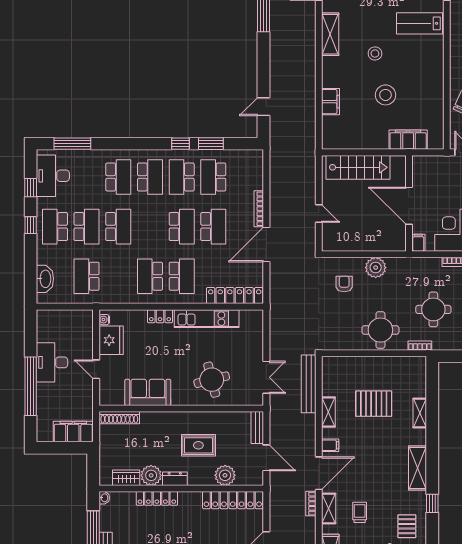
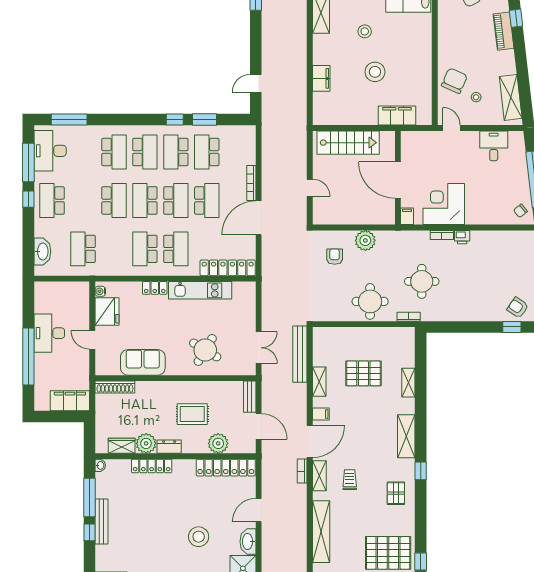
window: (31, 188) -> (28, 162), width x2.17
school desk: (87, 227) -> (145, 200), moved, turned 180
round table: (212, 380) -> (205, 350), turned 45

